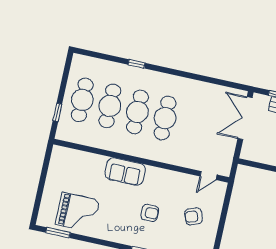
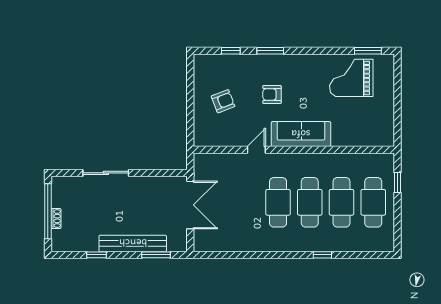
double door: (245, 118) -> (190, 205), moved
sofa: (125, 171) -> (301, 134), width x1.36
door: (209, 176) -> (256, 150), moved

